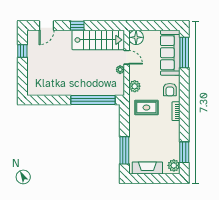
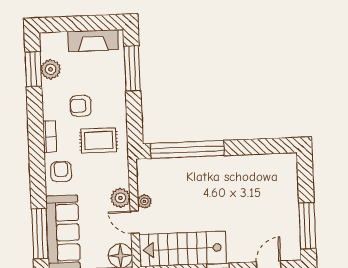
window: (22, 51) -> (307, 226), width x2.17
plant: (135, 86) -> (120, 198), moved
armchair: (156, 129) -> (81, 106), added
plant: (174, 165) -> (51, 69), moved

